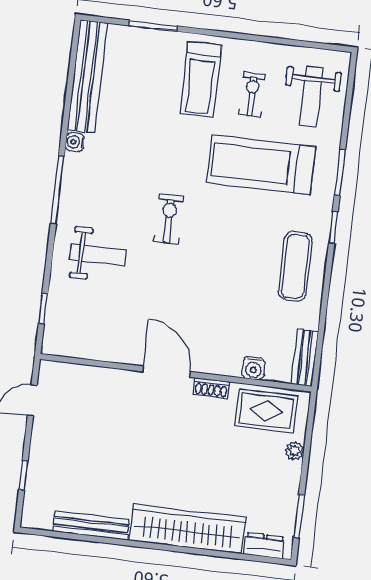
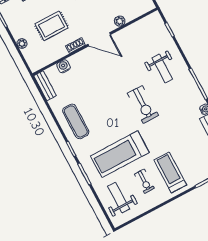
treadmill: (261, 165) -> (120, 154), turned 180
exercise bike: (169, 219) -> (143, 104), width x1.38, depth x1.39
weight bench: (98, 255) -> (162, 68), turned -90
plant: (113, 378) -> (120, 21), added
rug: (266, 411) -> (52, 26), moved

